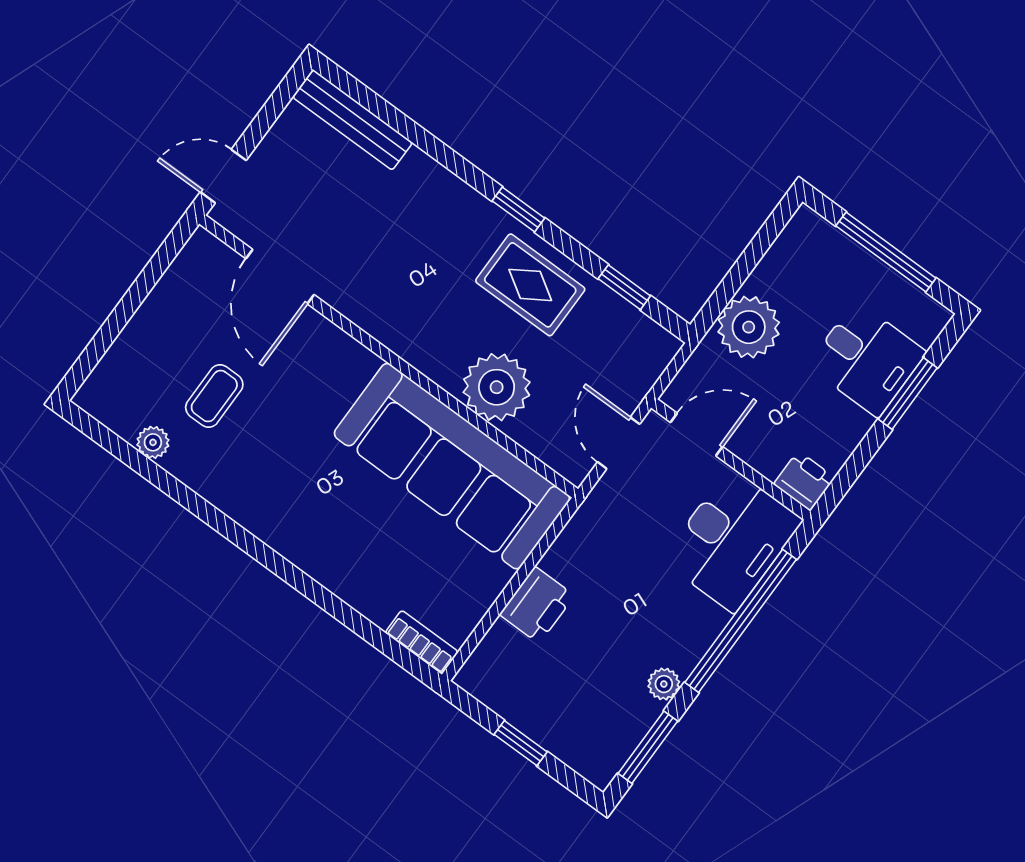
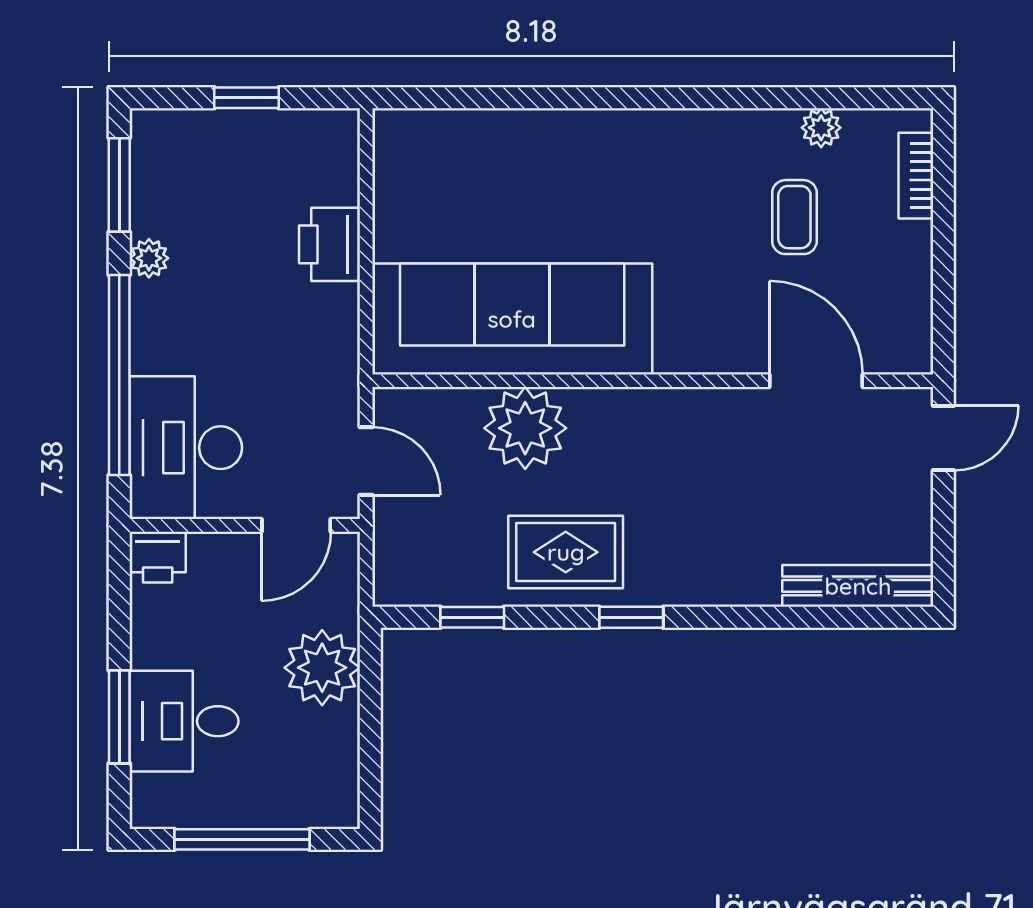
bookcase: (422, 642) -> (916, 176), moved, turned 90

